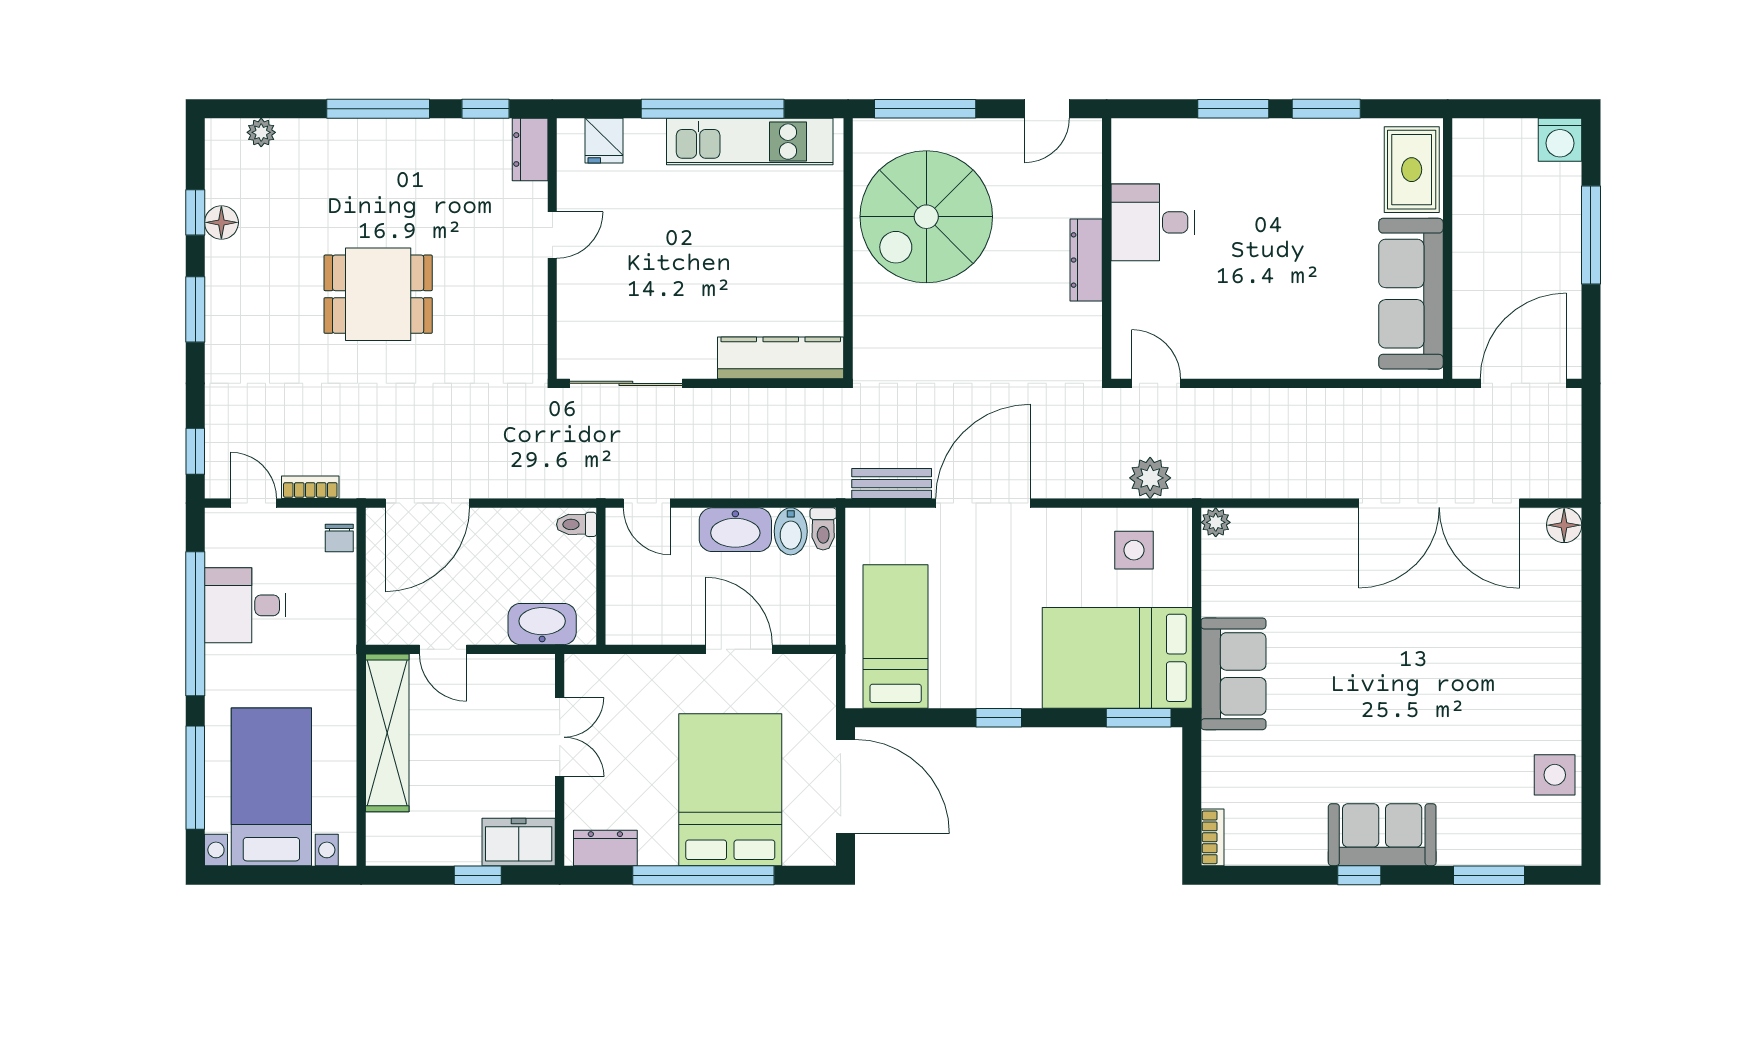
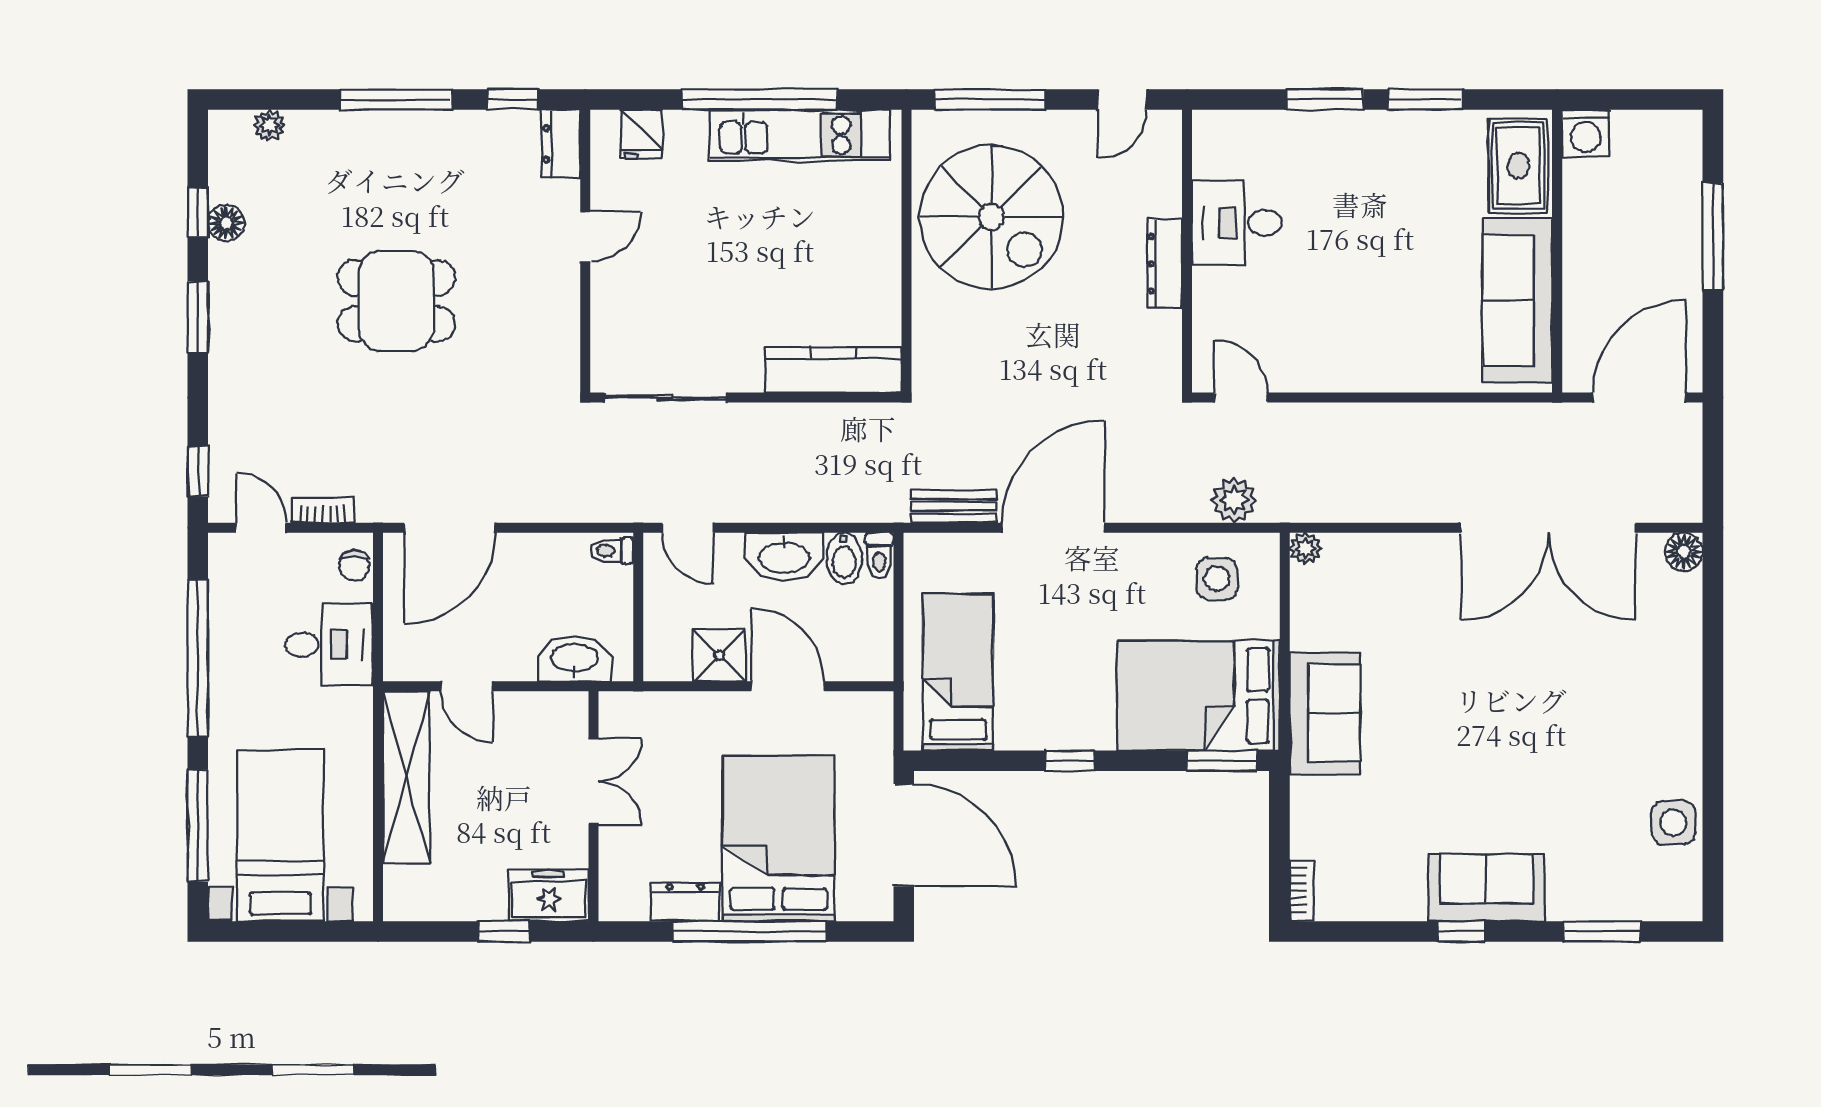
washing machine: (1560, 140) -> (1586, 133), moved
spiral stairs: (926, 217) -> (991, 217), turned -90
desk: (245, 605) -> (329, 645), moved, turned 180
shower: (676, 621) -> (719, 655), added
dresser: (605, 848) -> (685, 902), moved

